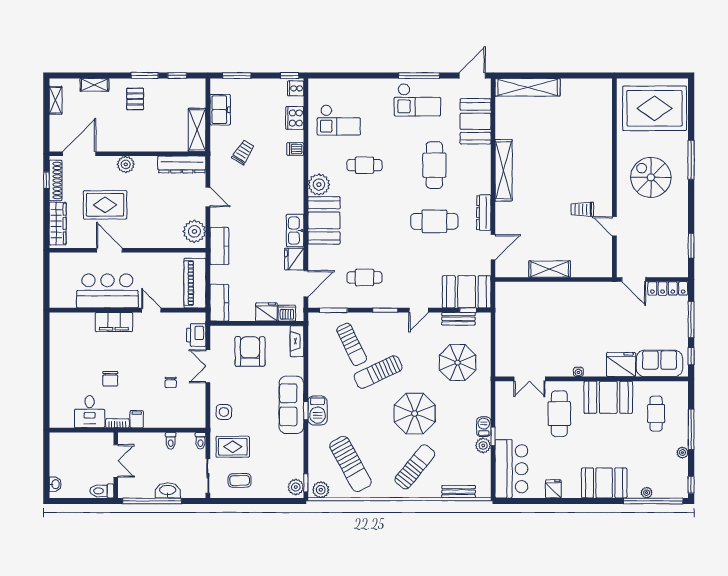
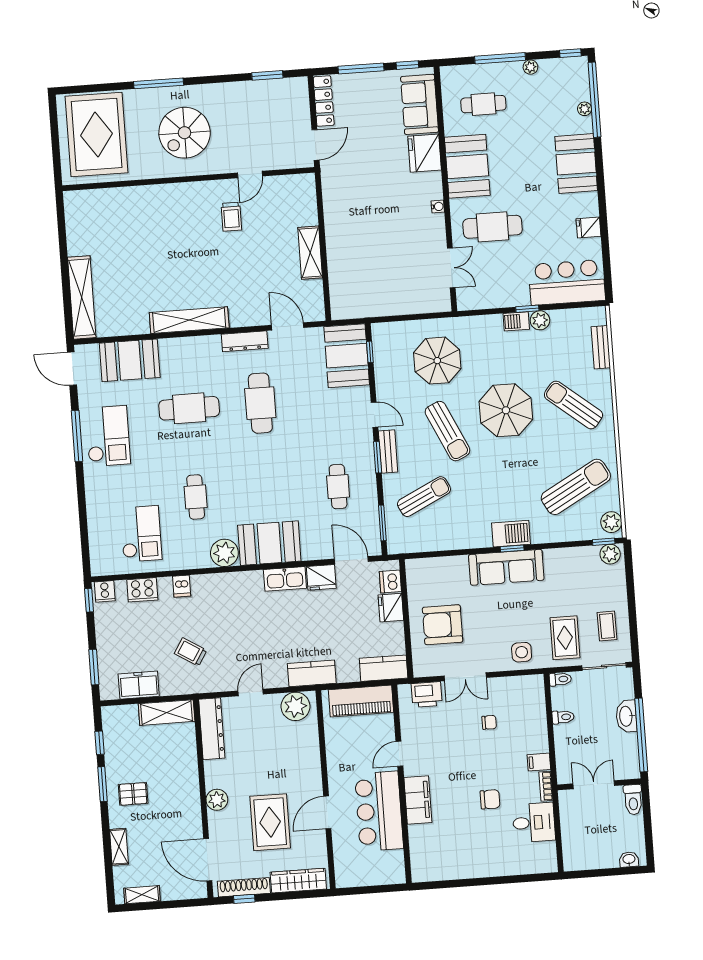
bench: (458, 319) -> (388, 451), moved
fireplace: (297, 341) -> (425, 566), removed
sun lounger: (378, 372) -> (447, 431), moved

